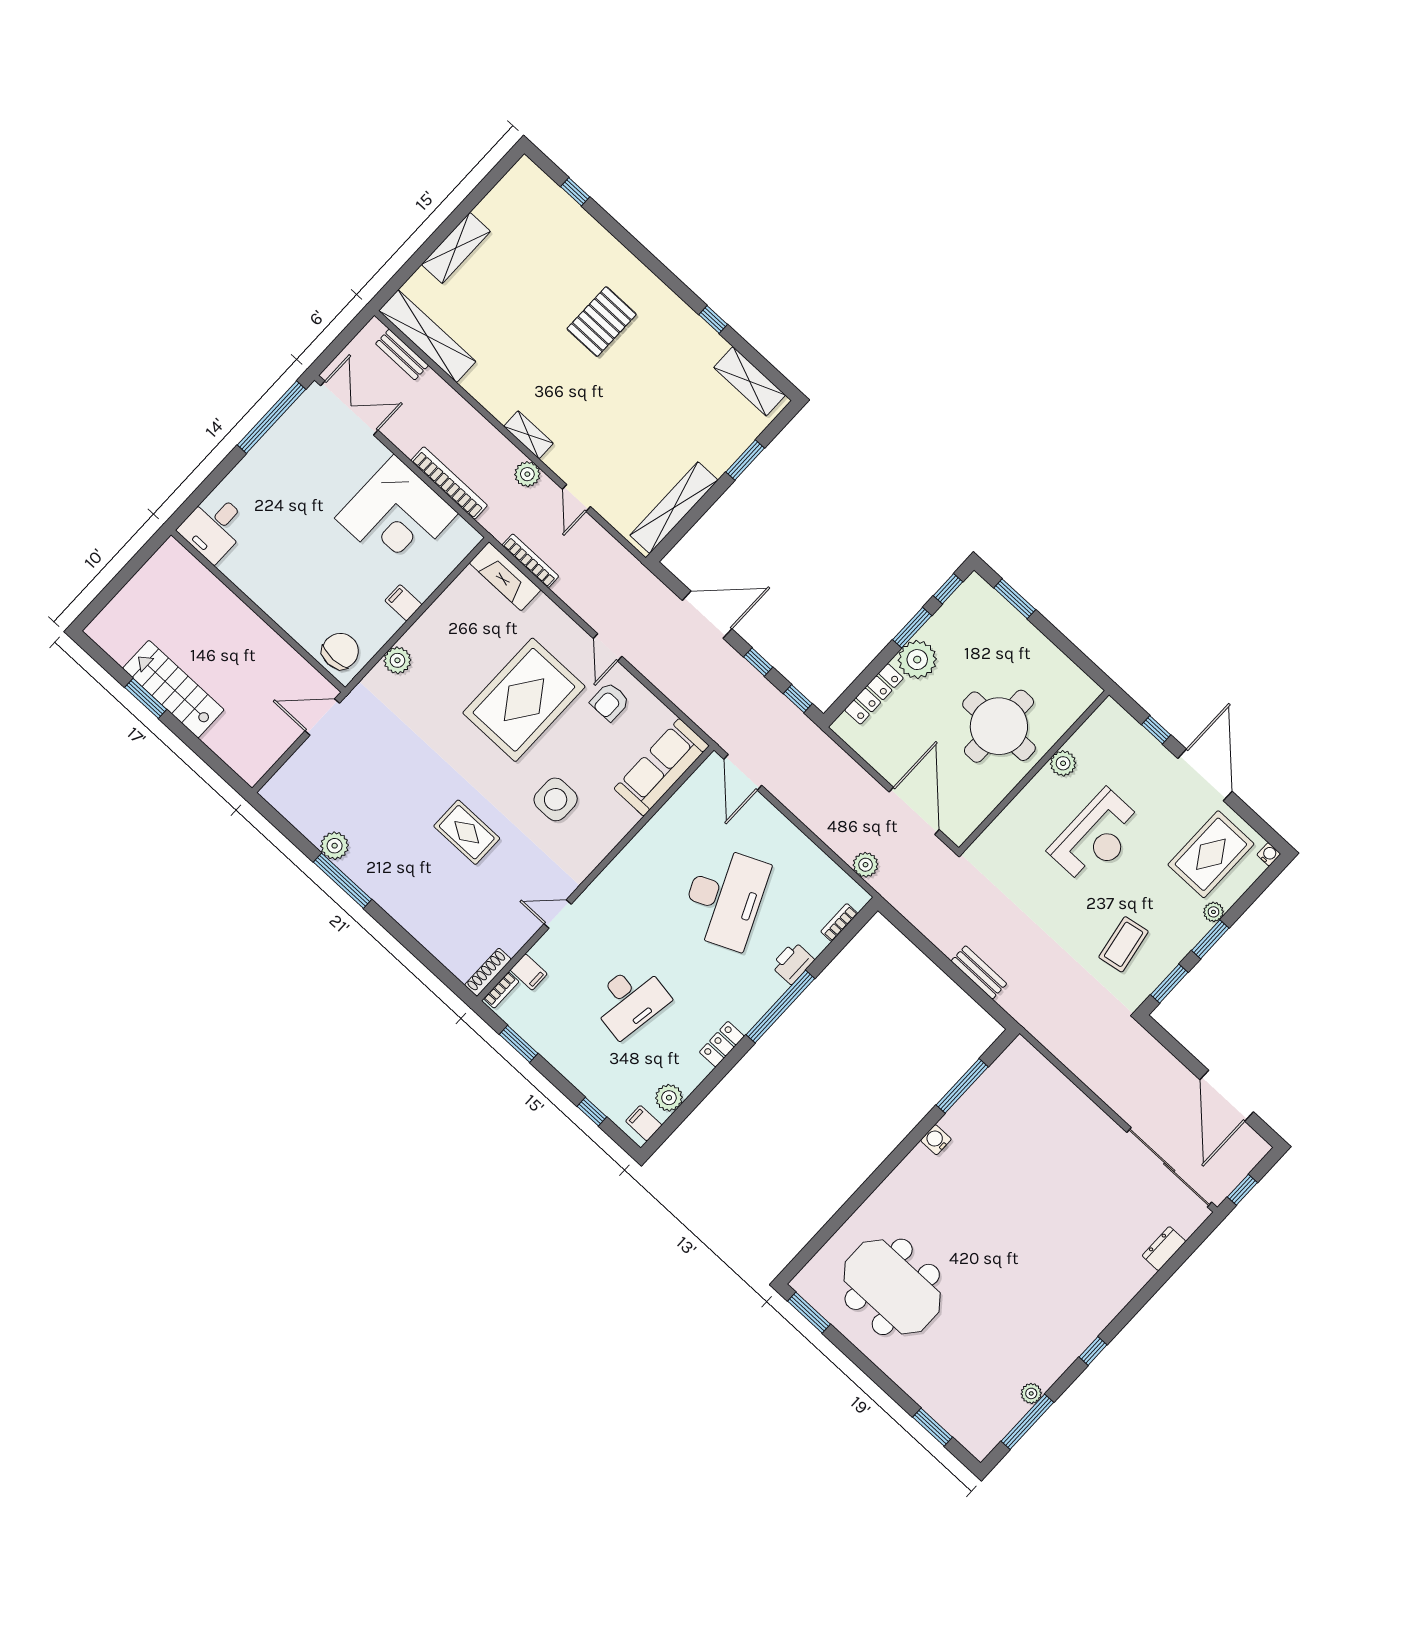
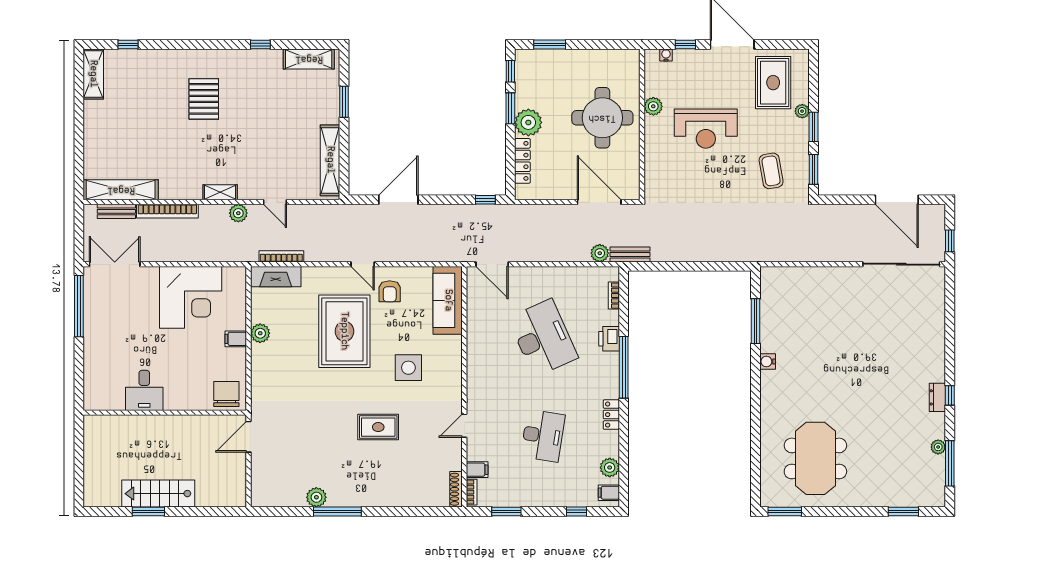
shelving: (456, 248) -> (93, 74), moved
bookcase: (449, 483) -> (167, 211), moved, turned 180
desk: (214, 527) -> (144, 390), moved
plant: (397, 660) -> (260, 333), moved
window: (758, 662) -> (447, 200), removed
reception desk: (1096, 837) -> (706, 129), turned 90
water cooler: (1269, 854) -> (666, 55), moved
bench: (979, 972) -> (630, 255), moved
dresser: (1164, 1249) -> (937, 397), moved
meeting table: (892, 1287) -> (815, 458), turned 90

